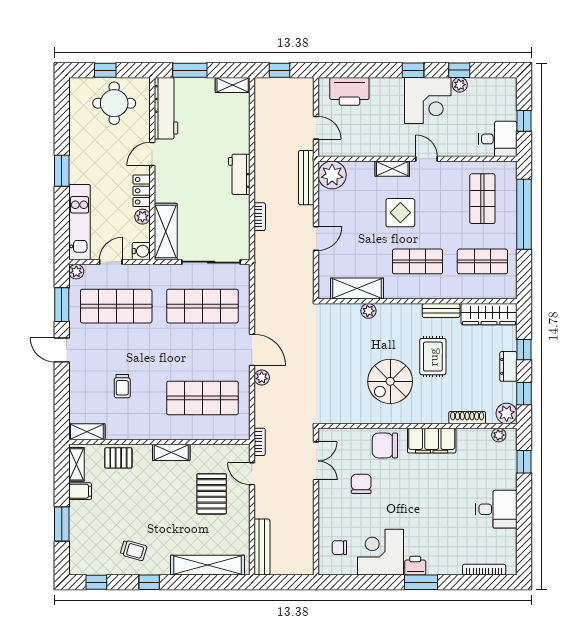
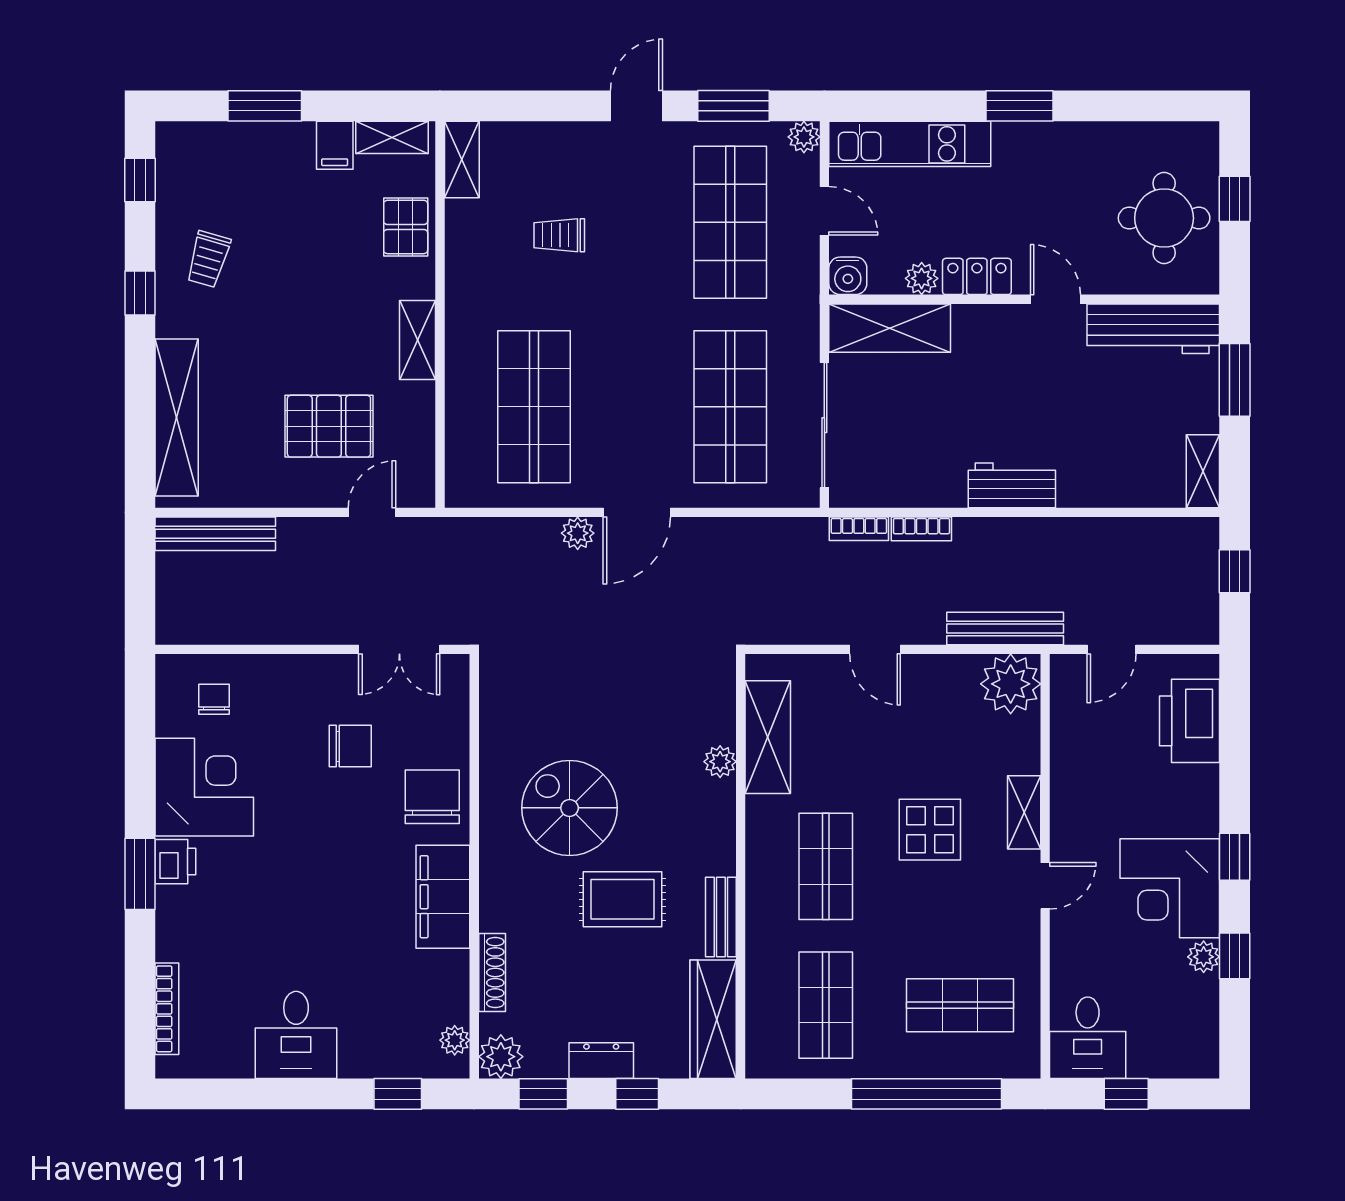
bookcase: (260, 442) -> (859, 529), moved

